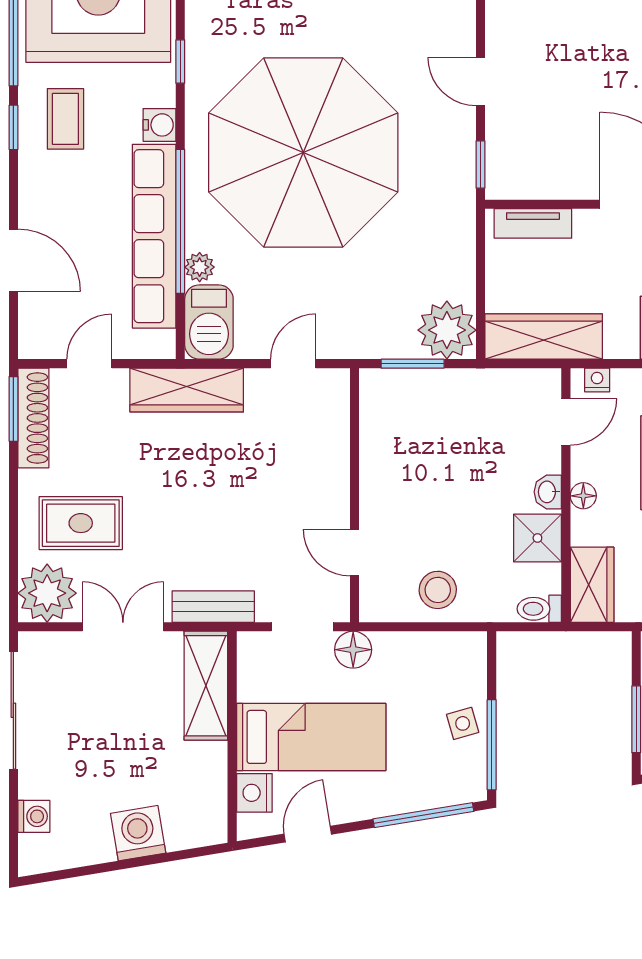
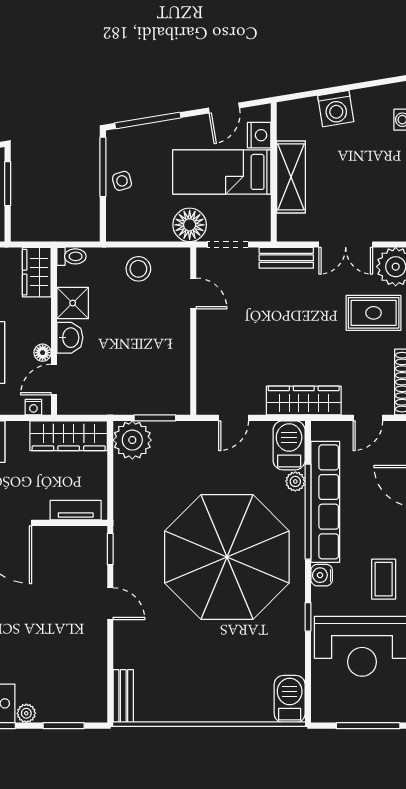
washbasin: (548, 492) -> (70, 338), width x1.38, depth x1.45
floor lamp: (583, 496) -> (43, 353), moved
floor lamp: (353, 650) -> (190, 225), width x1.38, depth x1.38
shelving: (206, 686) -> (291, 177), moved

